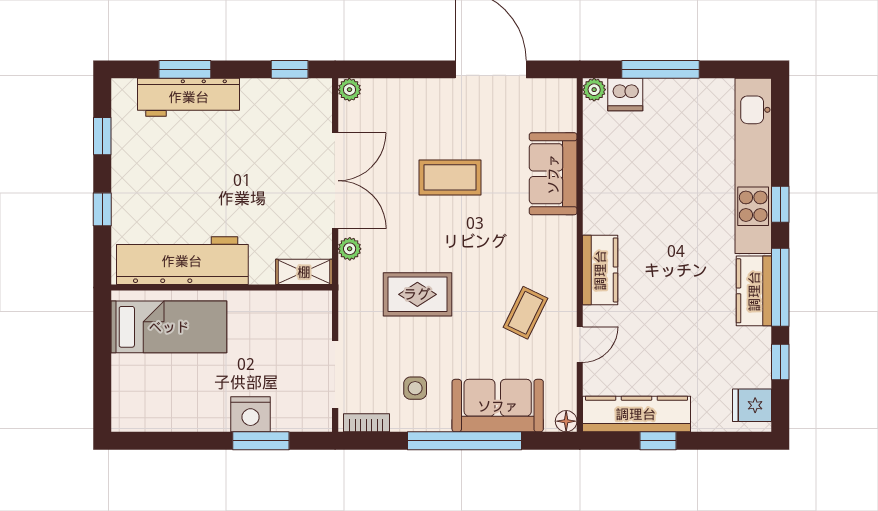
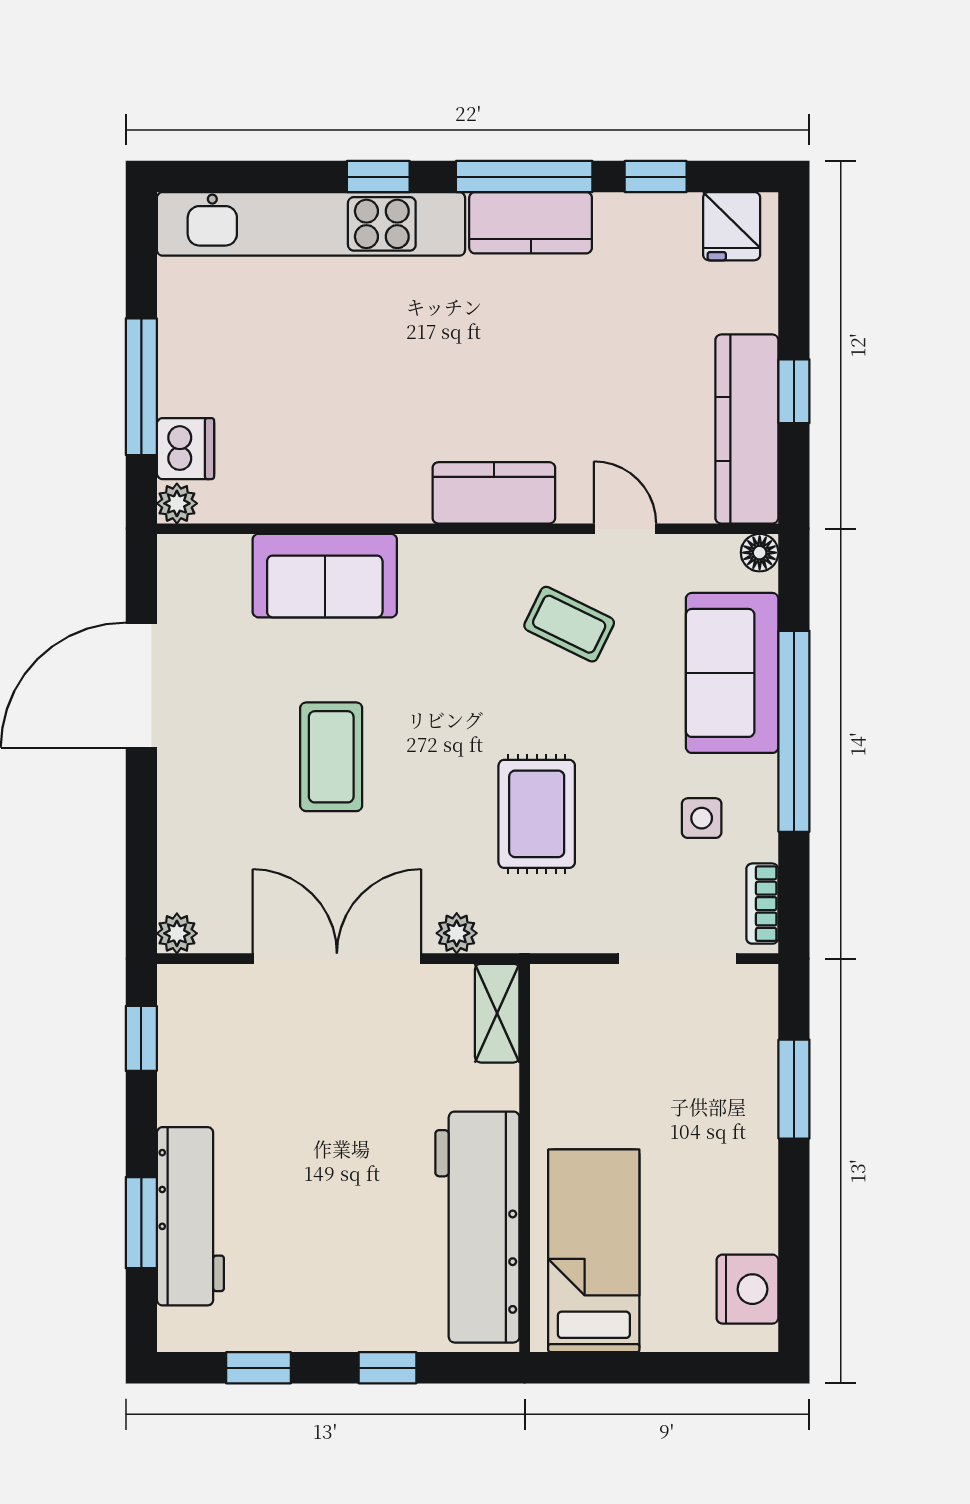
nightstand: (251, 414) -> (747, 1289), moved

